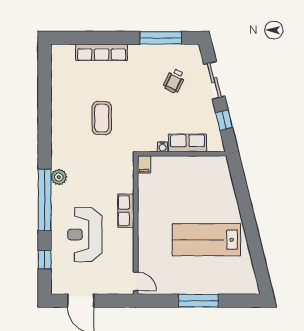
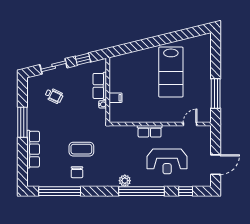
window: (161, 38) -> (22, 122), moved
window: (45, 88) -> (60, 191), added
chair: (70, 112) -> (77, 172), added
filing cabinet: (144, 164) -> (116, 98), moved
door: (136, 281) -> (190, 124), moved
window: (198, 301) -> (216, 93), moved

